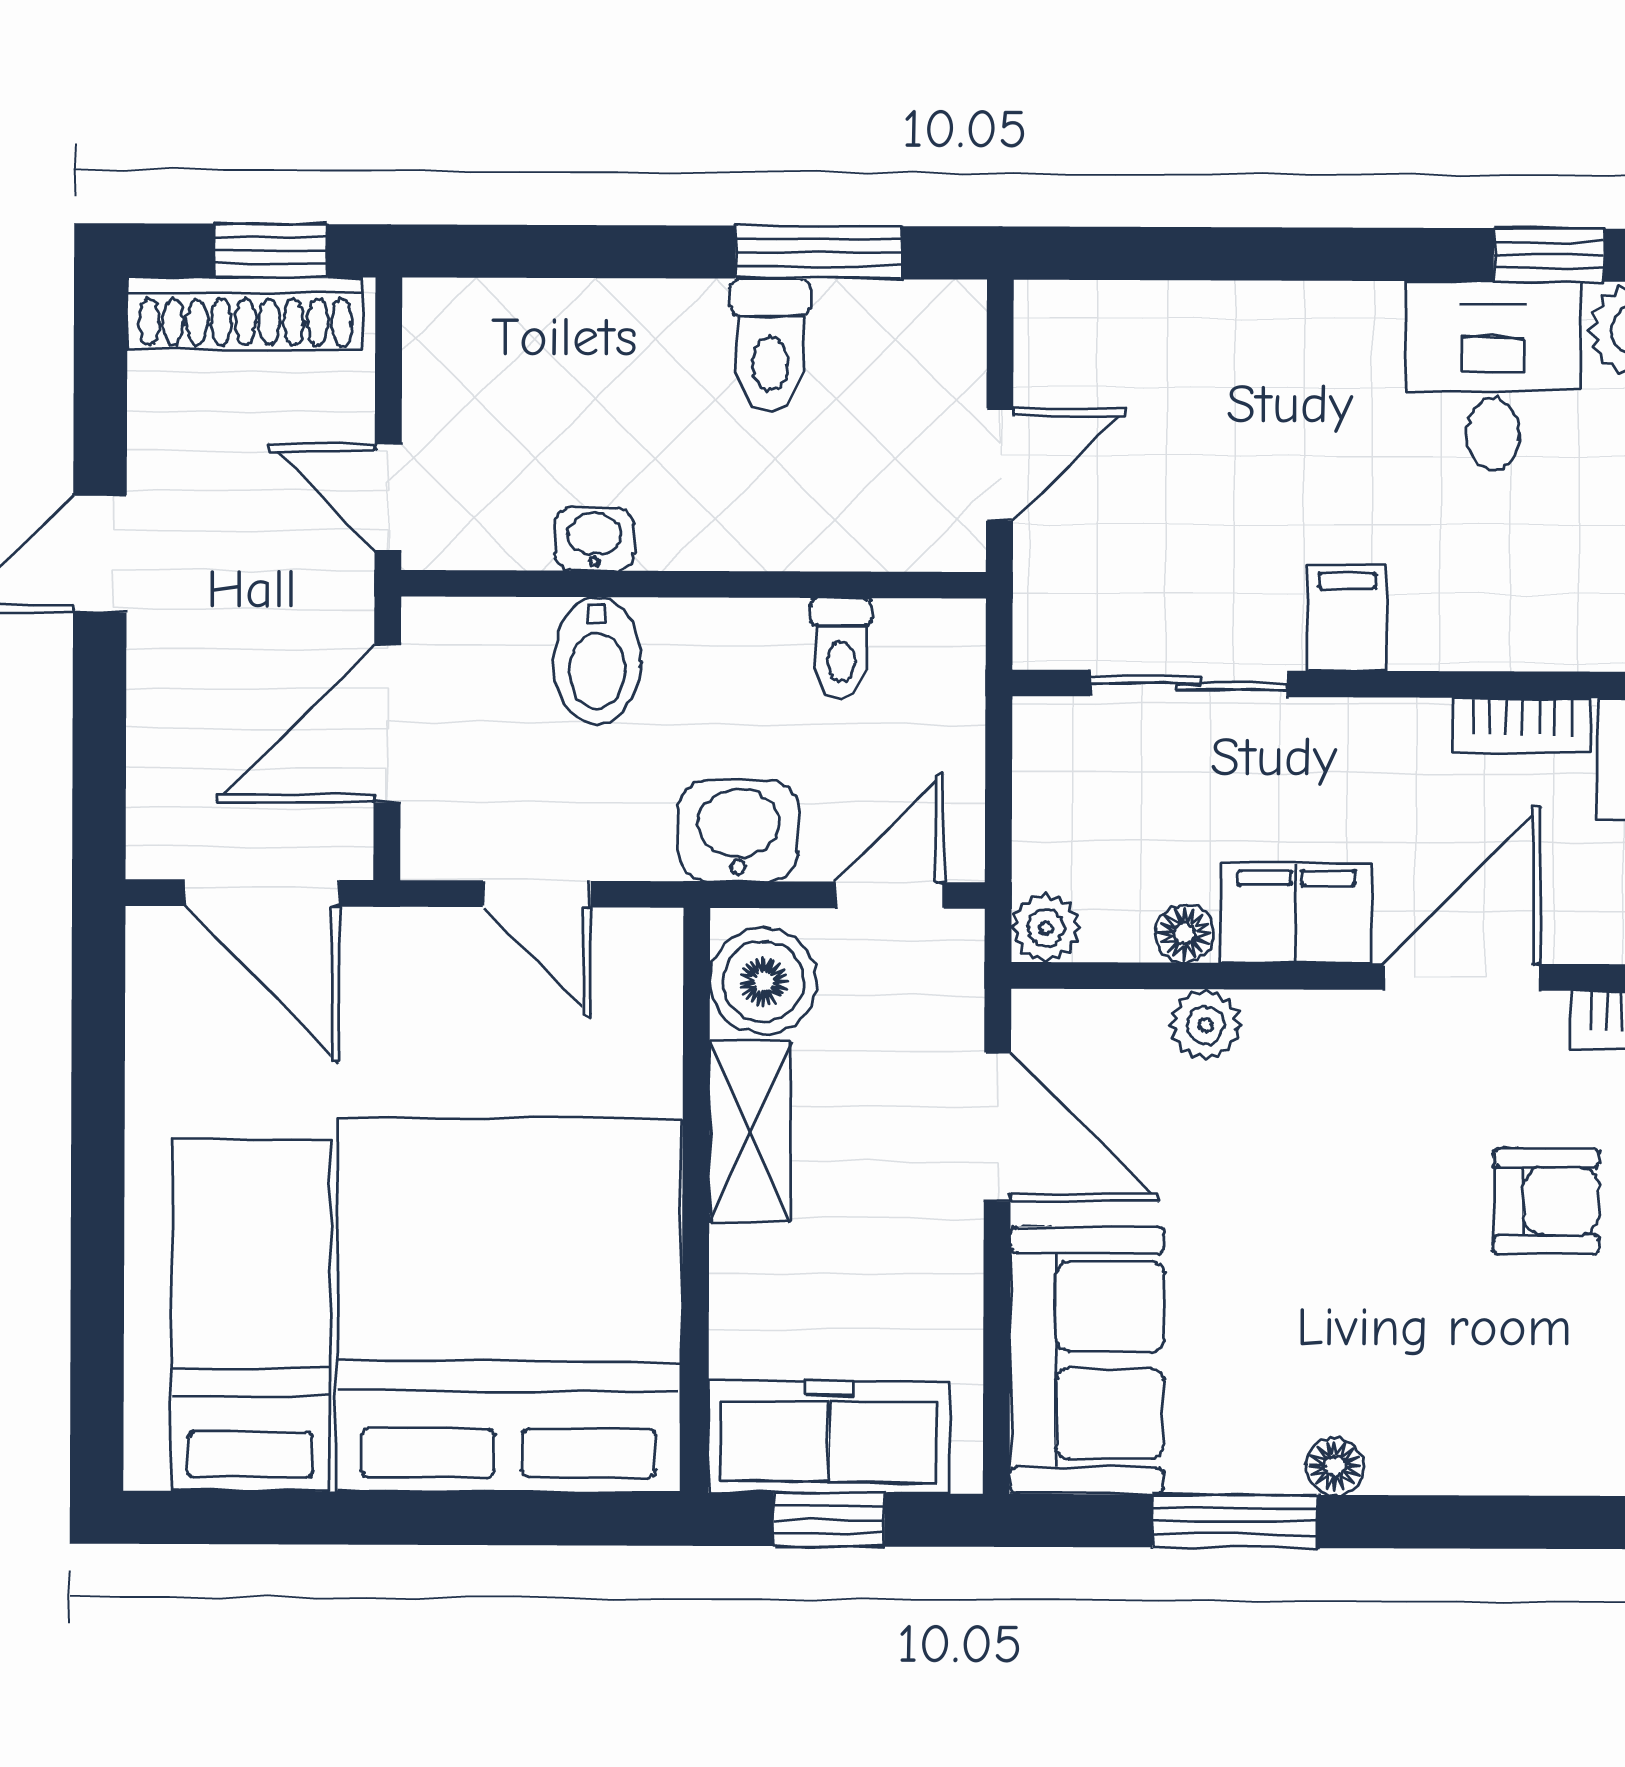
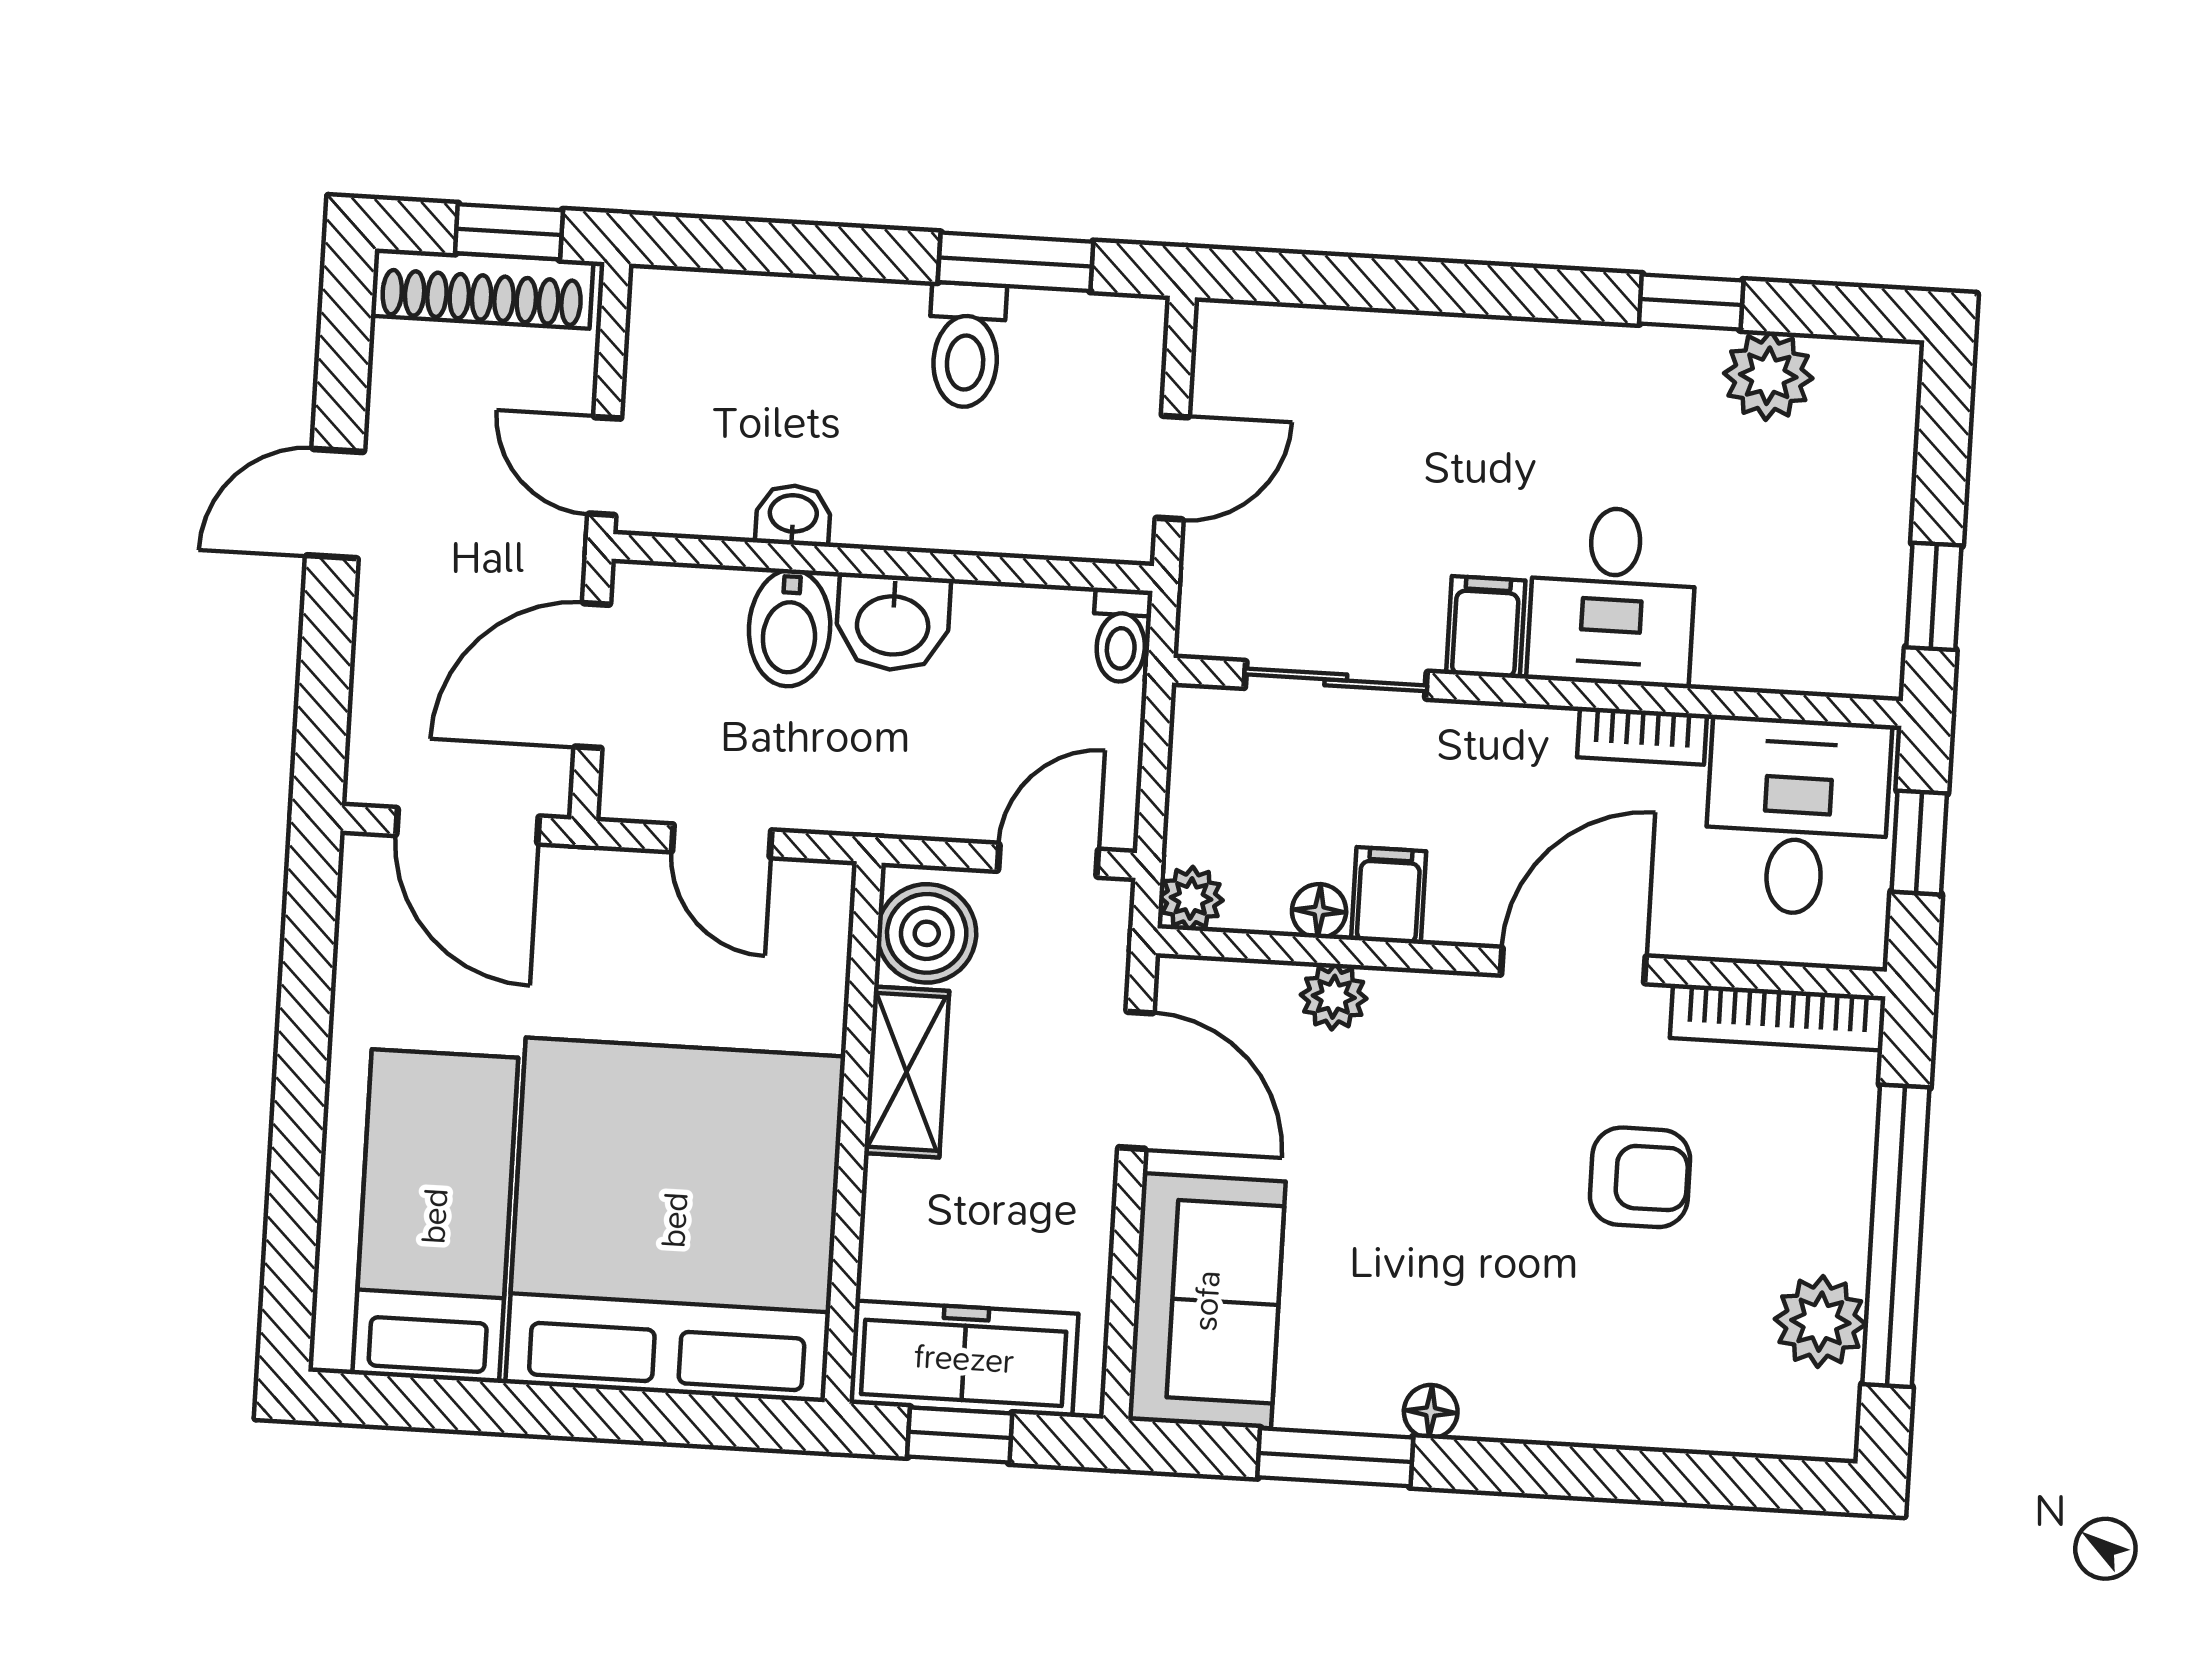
desk: (1493, 376) -> (1612, 596), moved, turned 180
toilet: (841, 648) -> (1121, 635), moved
washbasin: (738, 831) -> (893, 623), moved, turned 180
filing cabinet: (1296, 913) -> (1389, 896), width x0.50

